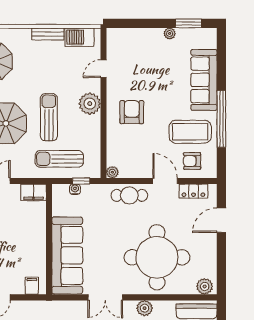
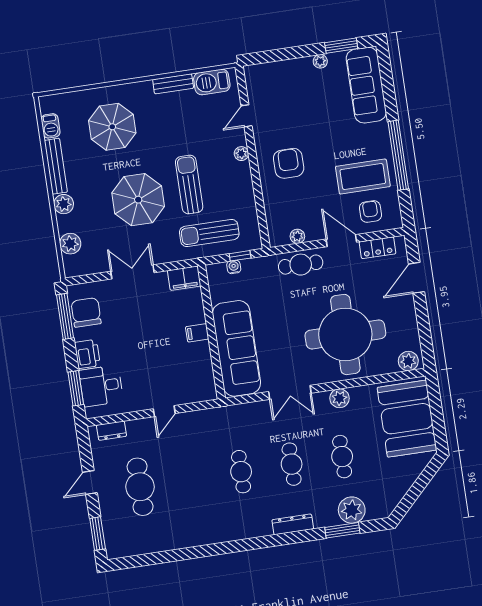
sofa: (204, 80) -> (366, 85), moved
plant: (90, 104) -> (241, 154), width x0.53, depth x0.53
armchair: (192, 161) -> (370, 212), turned 90
plant: (112, 172) -> (297, 236), moved
filing cabinet: (32, 286) -> (197, 333), moved, turned -90

